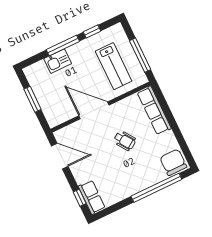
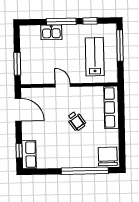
window: (140, 55) -> (120, 46), moved
lab bench: (114, 66) -> (95, 57), turned 180
window: (32, 99) -> (17, 64), moved
door: (94, 110) -> (63, 85), width x0.53

